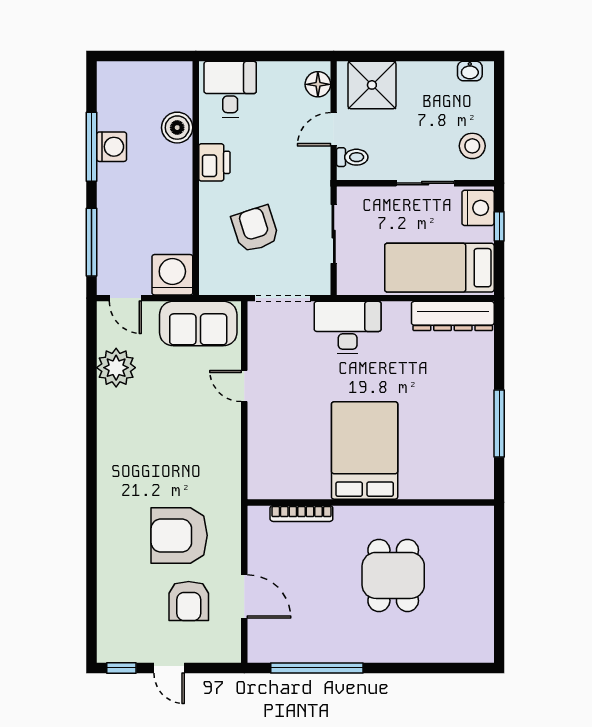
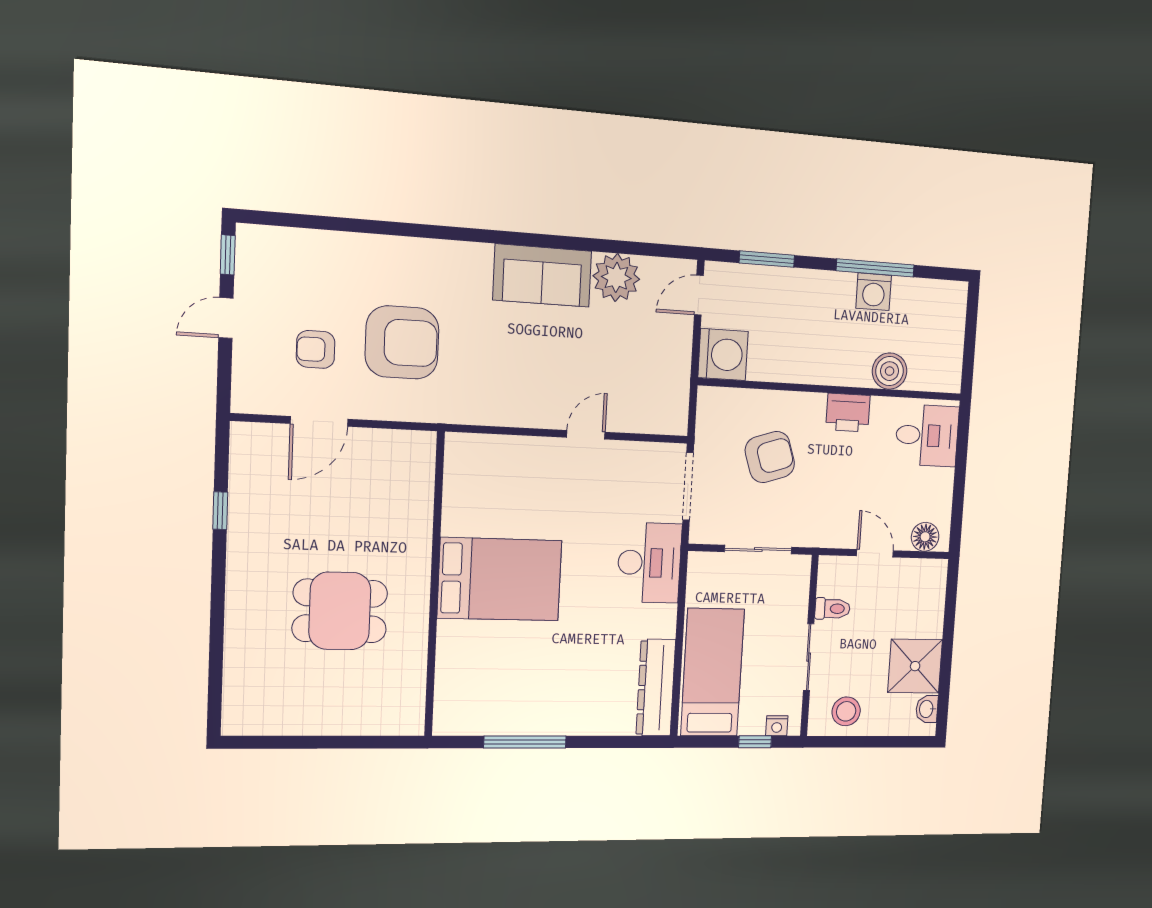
shower: (372, 85) -> (915, 666), moved
toilet: (352, 157) -> (832, 609), moved, turned -90
nightstand: (478, 208) -> (777, 726), width x0.53, depth x0.56
window: (92, 242) -> (767, 259), width x0.69
sofa: (198, 324) -> (542, 276), moved, turned -90
bookcase: (301, 514) -> (424, 499), removed
armchair: (179, 535) -> (402, 342), turned 90
armchair: (189, 601) -> (316, 349), width x0.72, depth x0.72
window: (317, 668) -> (220, 511), width x0.32

